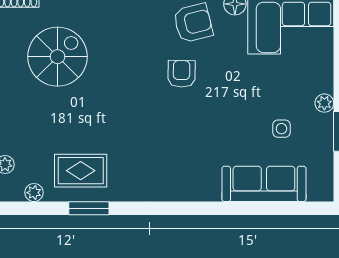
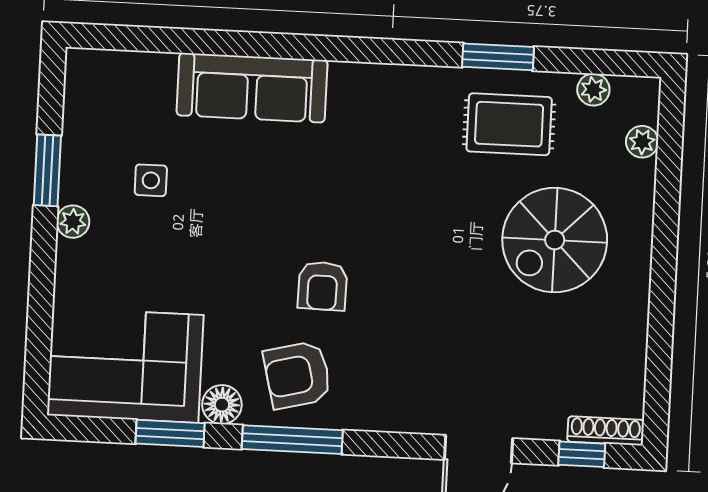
spiral stairs: (58, 57) -> (555, 240), moved
sofa: (264, 184) -> (252, 88), moved

